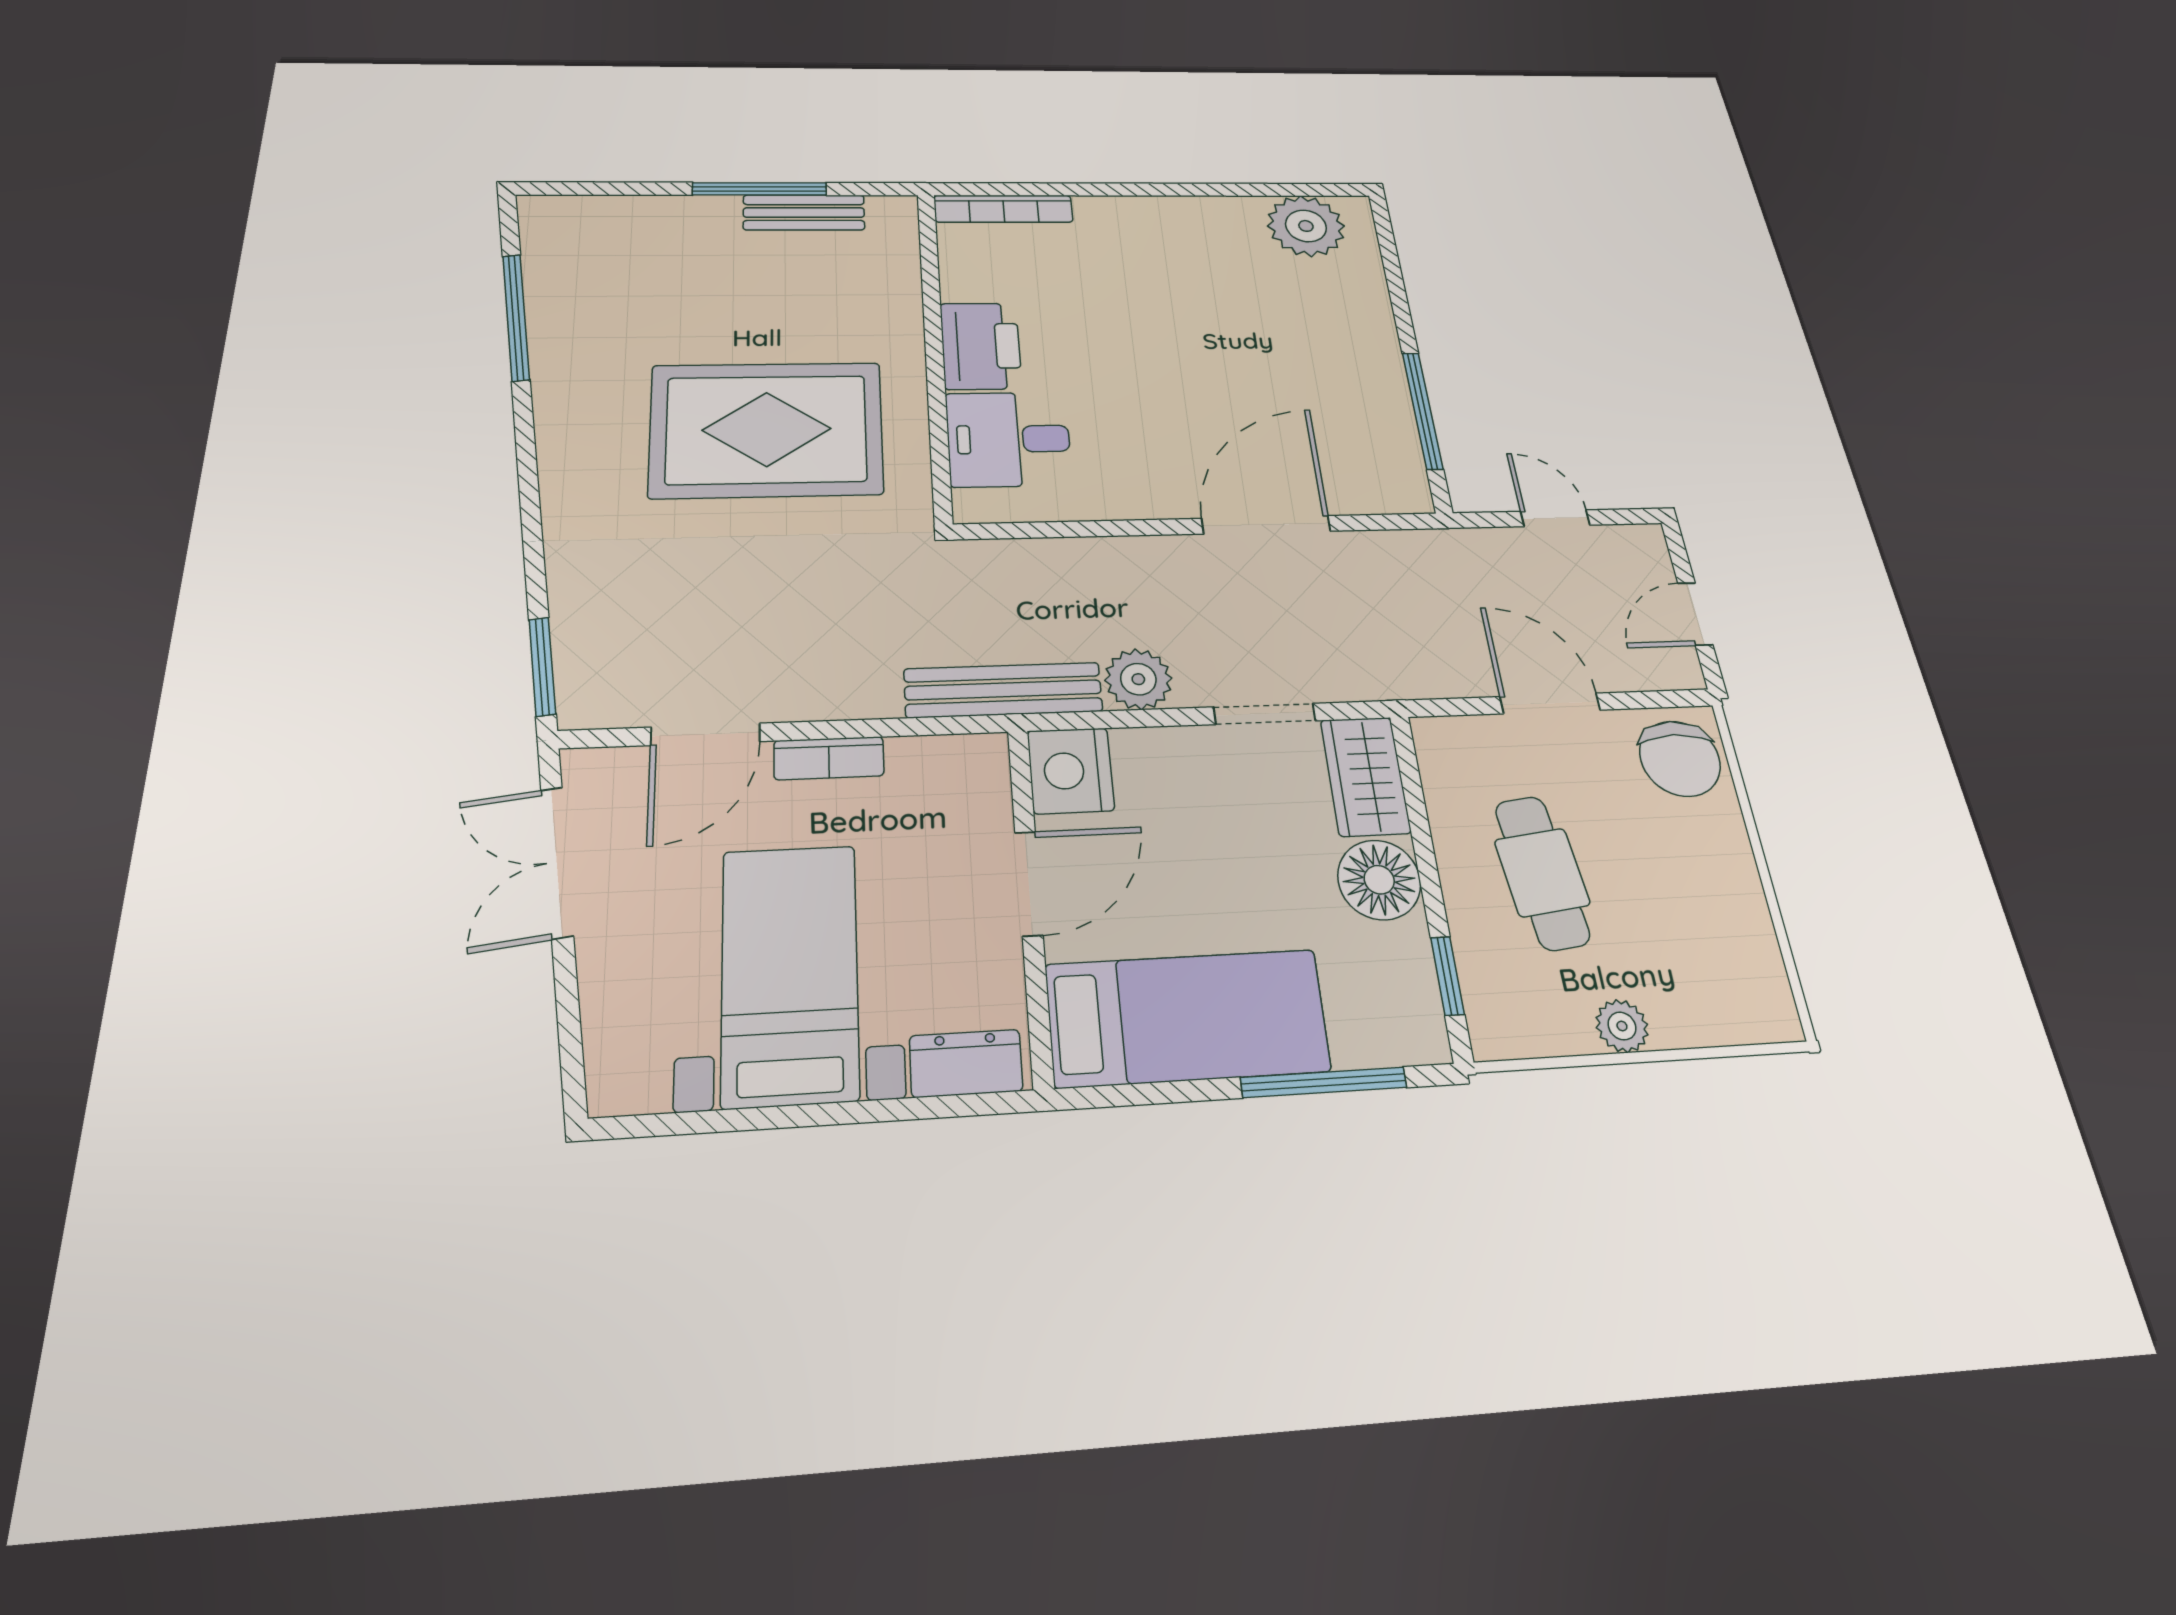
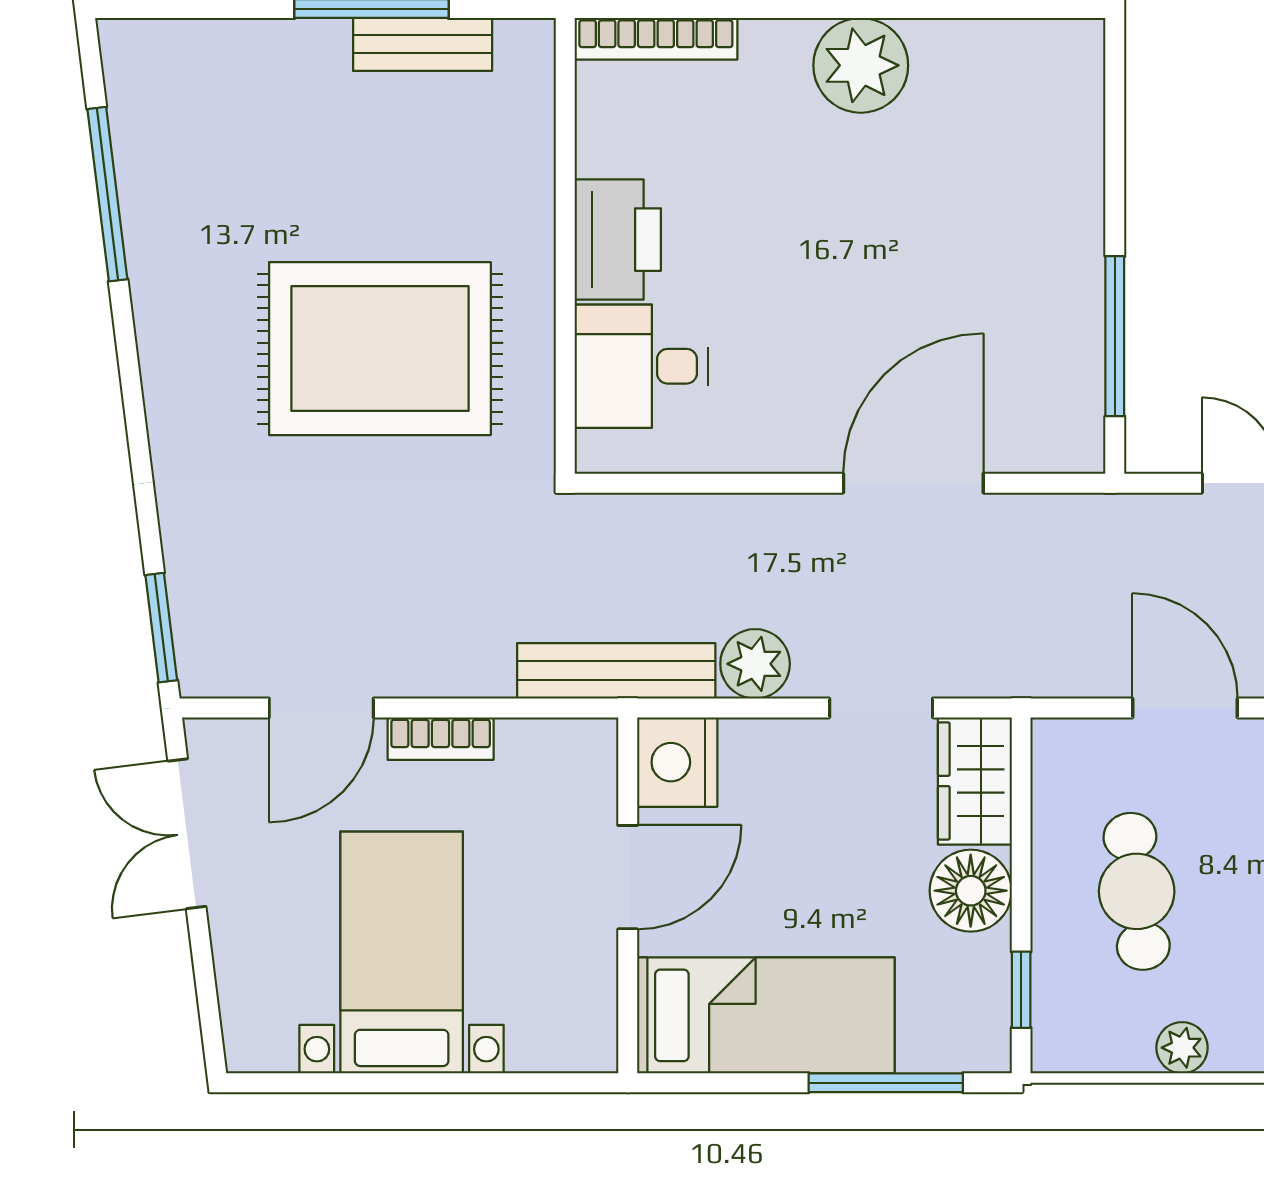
plant: (1306, 226) -> (861, 65), moved
dresser: (966, 1063) -> (559, 1045), removed

